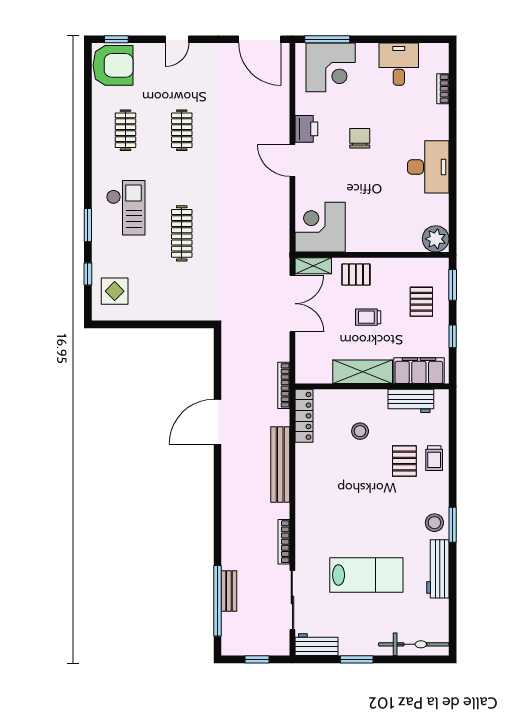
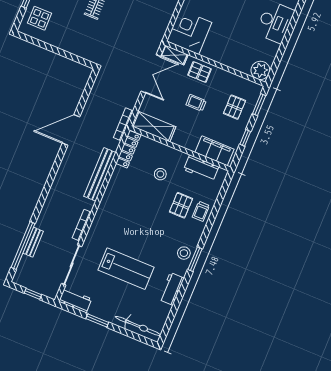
shelving: (363, 372) -> (154, 126), moved
workbench: (438, 569) -> (172, 289), width x0.73

